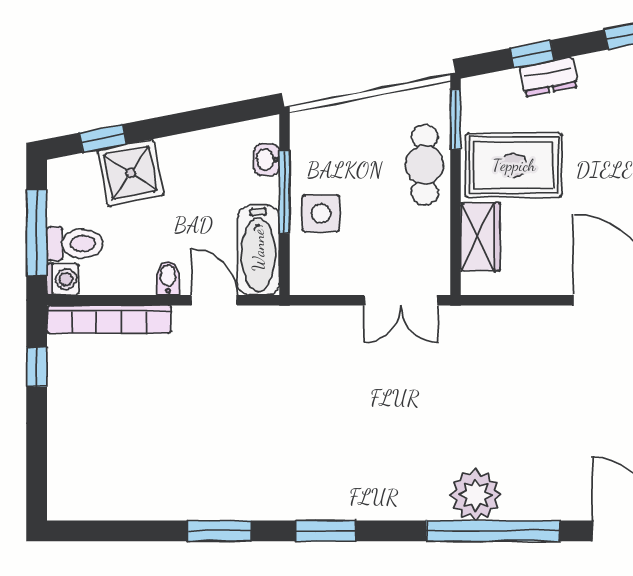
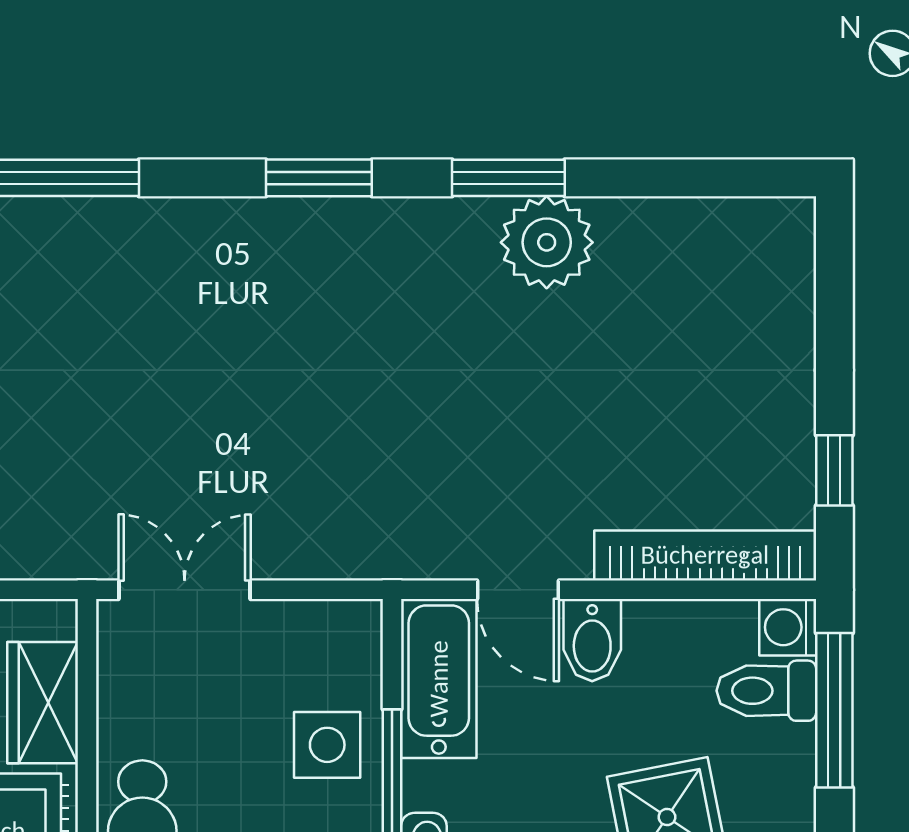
bidet: (168, 278) -> (592, 640), width x1.38, depth x1.36
plant: (476, 495) -> (547, 242), moved

